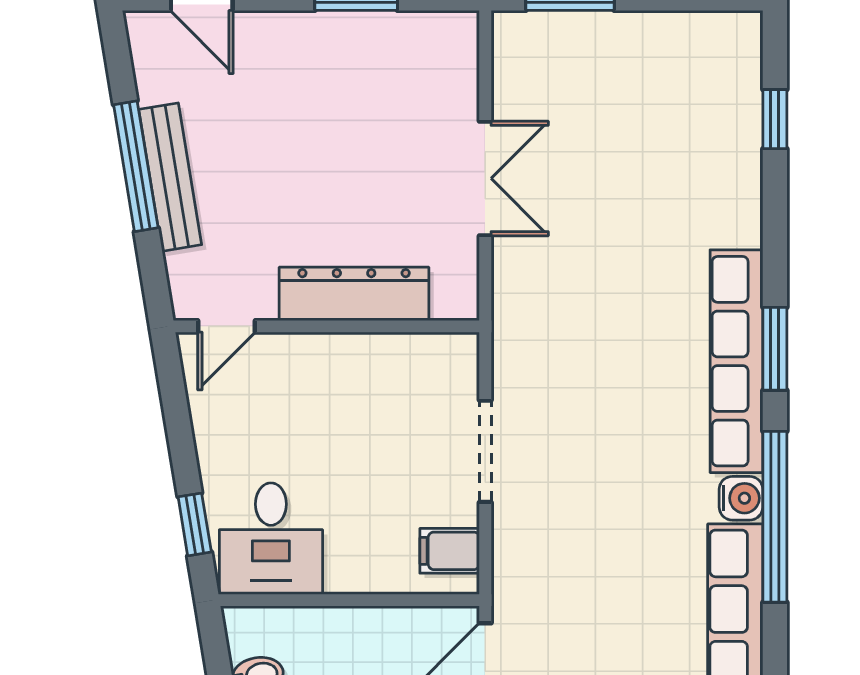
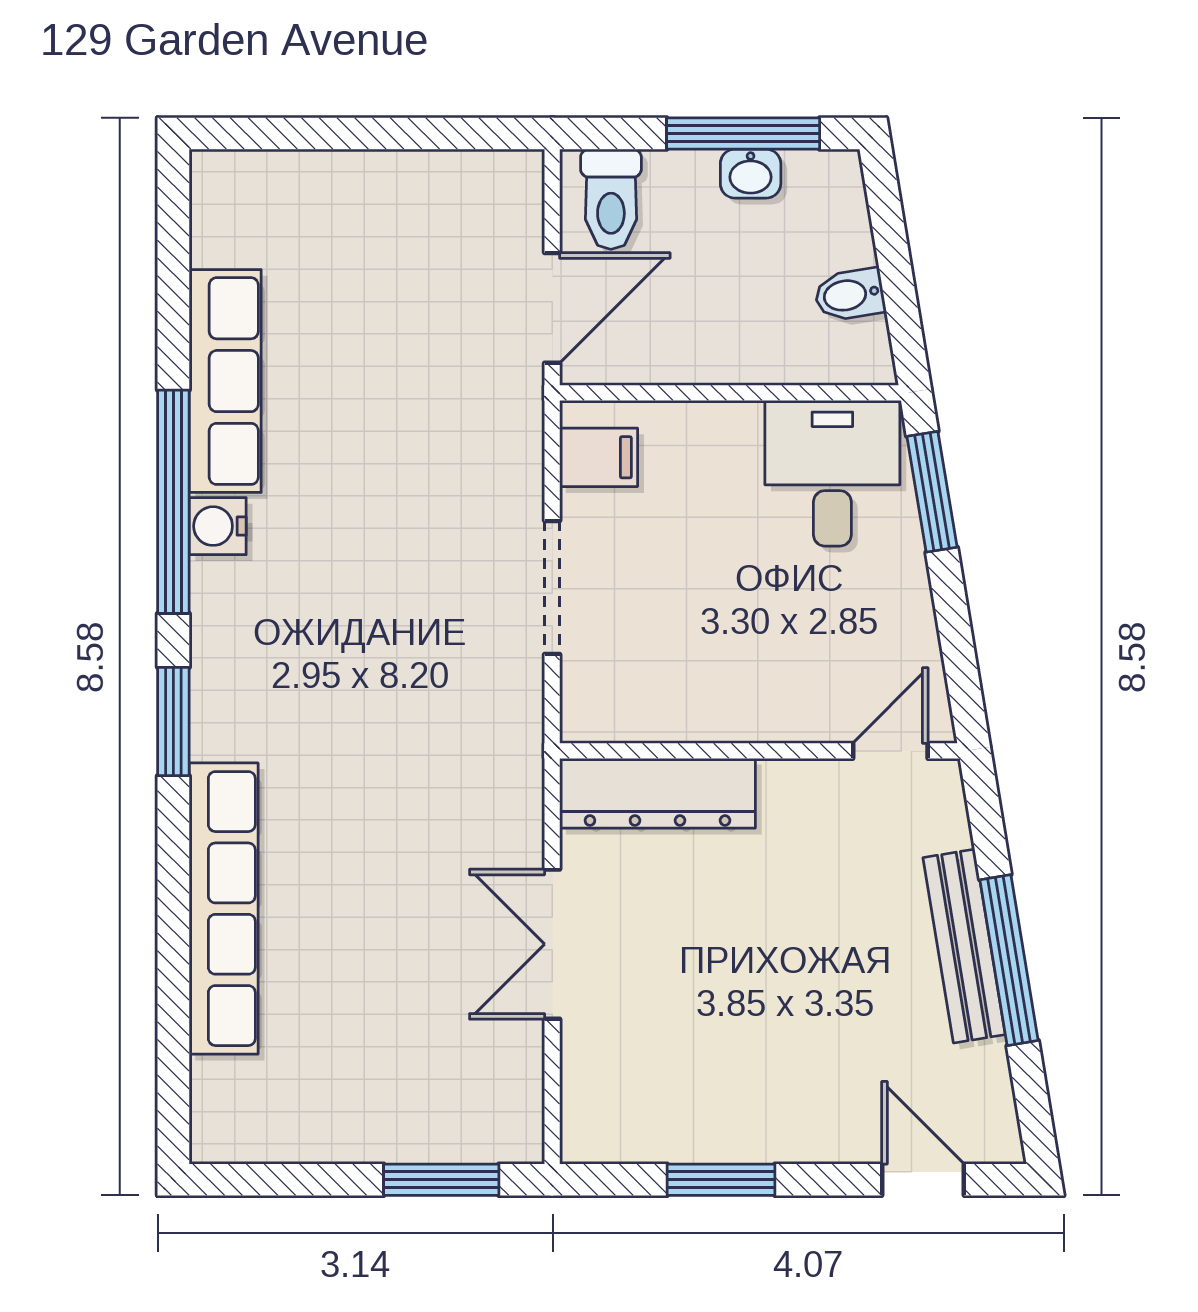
window: (775, 119) -> (173, 1022), removed
dresser: (354, 294) -> (657, 793), moved
row of seats: (736, 361) -> (224, 909), moved
window: (195, 524) -> (932, 492), width x1.50

